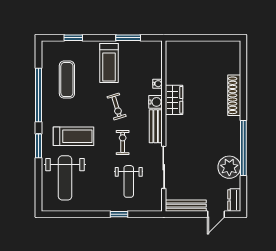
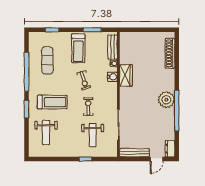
shoe rack: (234, 95) -> (170, 53), moved
bench: (156, 126) -> (112, 47), moved
plant: (229, 167) -> (166, 100), moved
weight bench: (65, 178) -> (46, 133), width x0.73, depth x0.75

